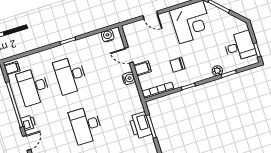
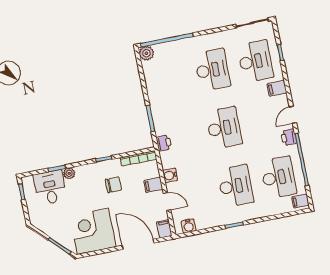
door: (150, 15) -> (138, 244), width x1.88
filing cabinet: (129, 31) -> (164, 229), added
desk: (240, 46) -> (50, 188), moved, turned 90
printer: (140, 125) -> (164, 143), moved, width x0.53, depth x0.68

